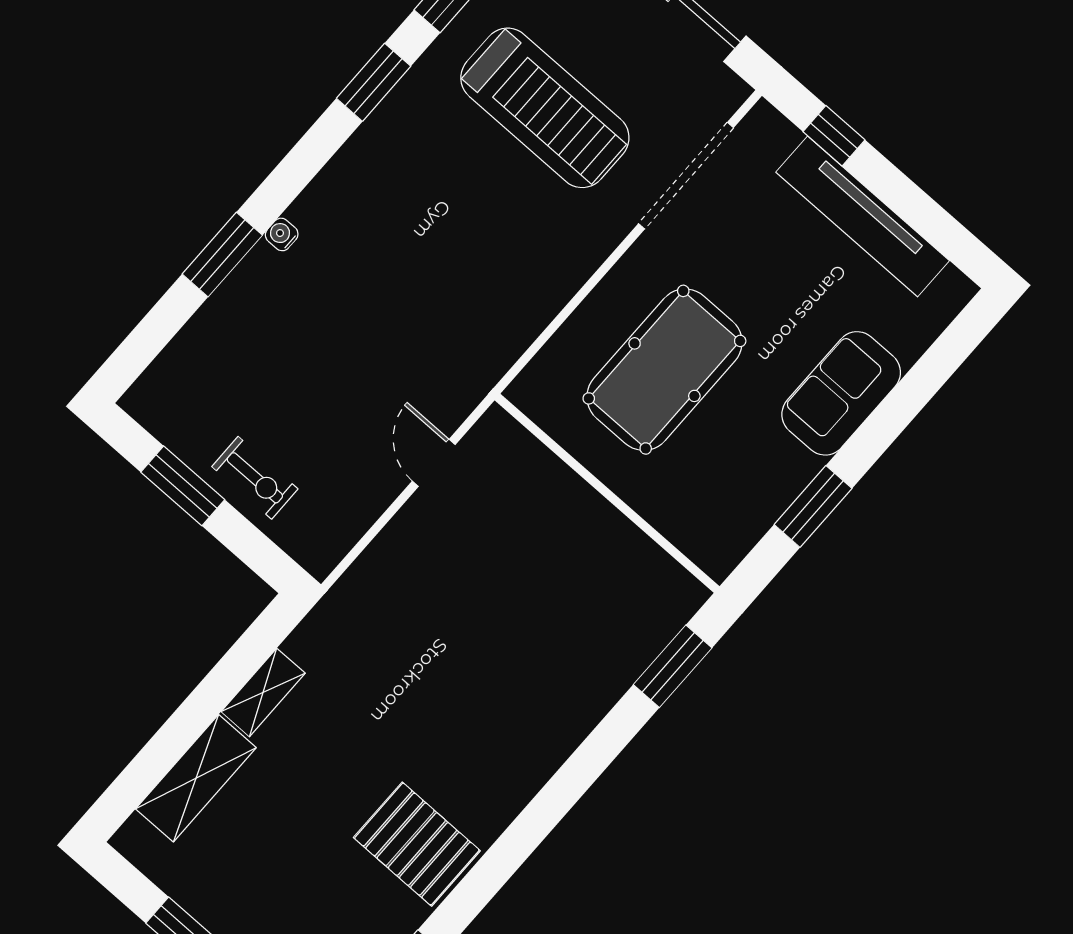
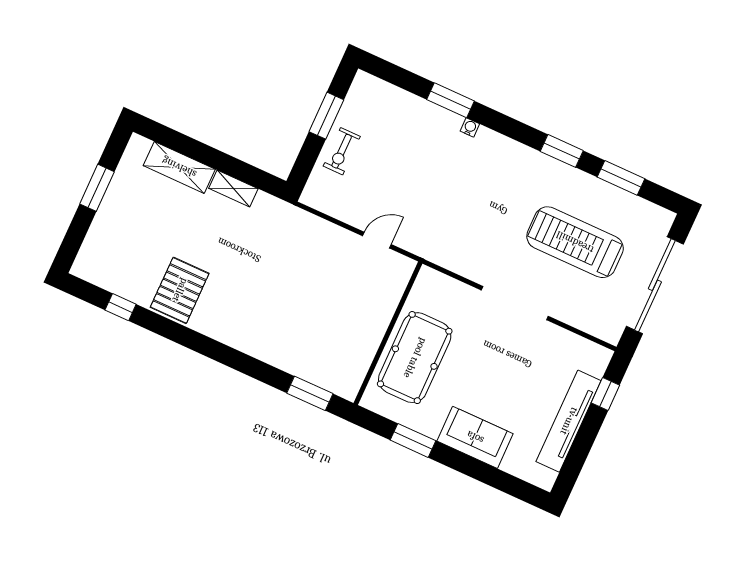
treadmill: (545, 108) -> (575, 242), turned 90
doorway: (686, 176) -> (515, 303), moved
pool table: (664, 370) -> (415, 358), moved, turned 90

